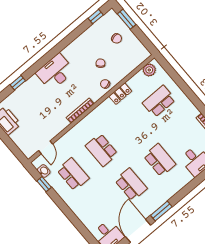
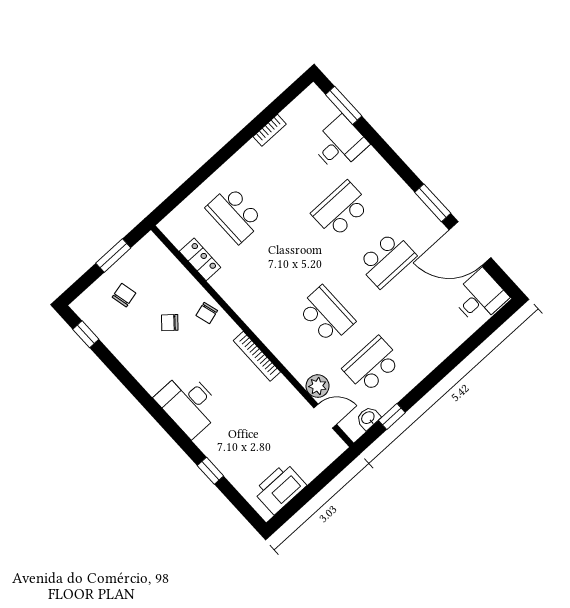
window: (127, 19) -> (113, 255), moved
plant: (149, 70) -> (318, 386), moved
locker: (120, 94) -> (200, 259), moved
school desk: (102, 150) -> (326, 315), turned -90
school desk: (131, 184) -> (387, 260), turned 180

